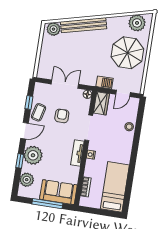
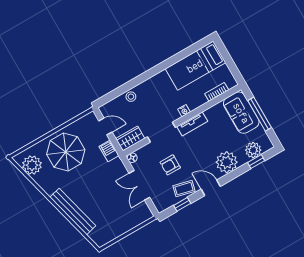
plant: (54, 29) -> (98, 236), removed
window: (20, 161) -> (256, 162), moved

